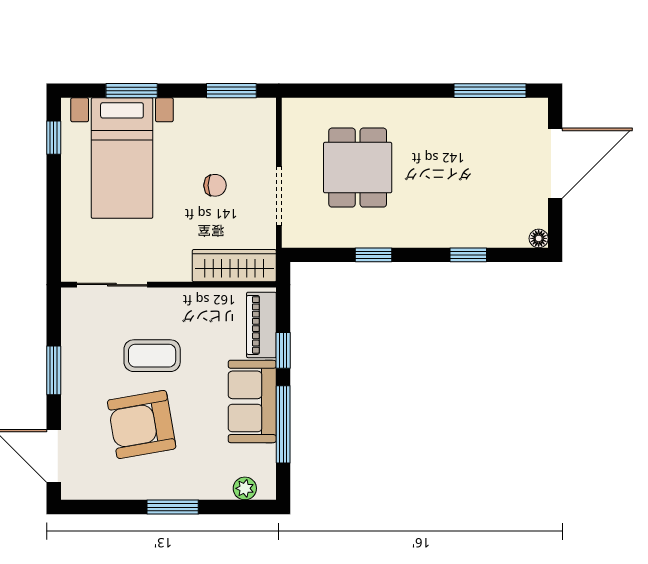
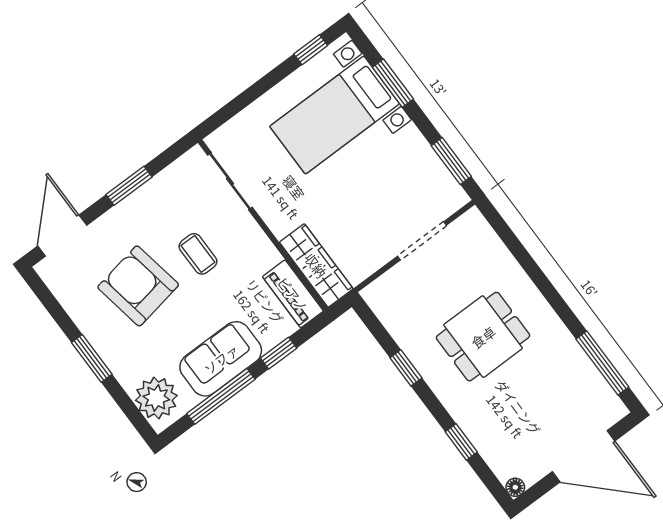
dining table: (358, 168) -> (483, 337), moved
chair: (215, 185) -> (368, 204), removed
doorway: (279, 196) -> (422, 241), moved
piano: (261, 325) -> (293, 294), moved, turned -90
coffee table: (152, 356) -> (198, 254), width x0.73, depth x0.77
plant: (245, 488) -> (156, 398), width x1.88, depth x1.88

